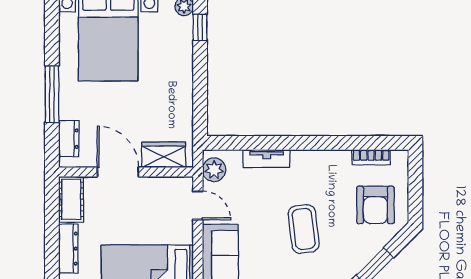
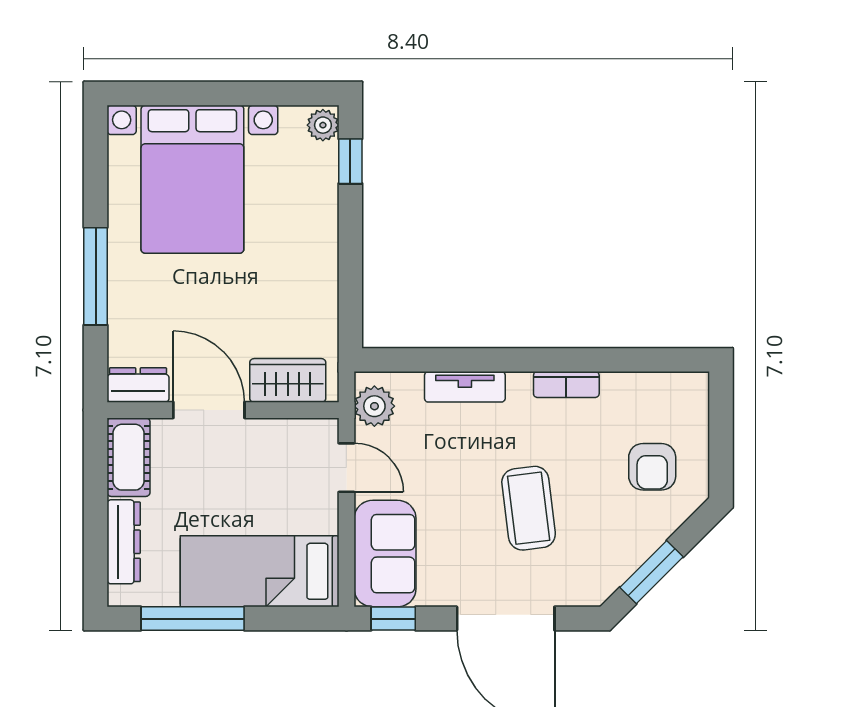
dresser: (69, 139) -> (138, 385), moved, turned -90
bookcase: (371, 157) -> (566, 385), moved
armchair: (375, 205) -> (652, 467), width x0.72, depth x0.72

